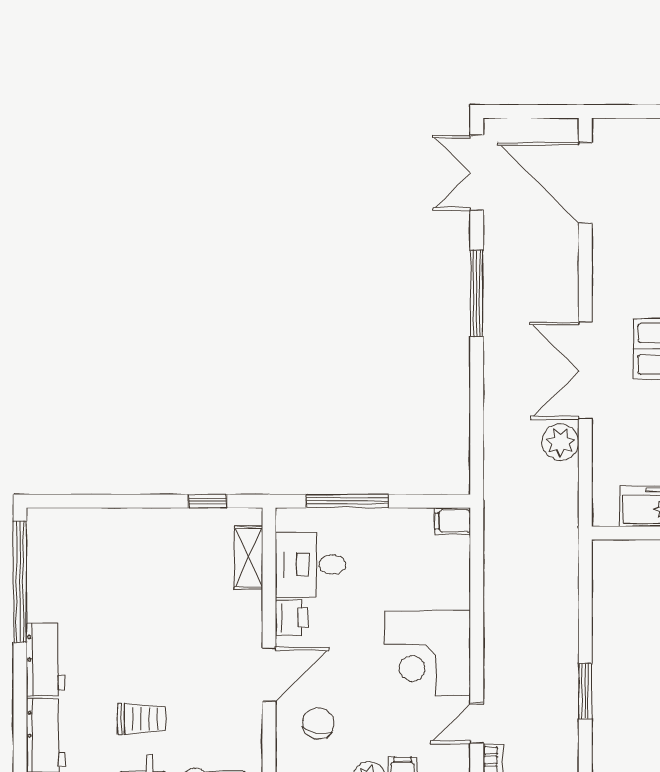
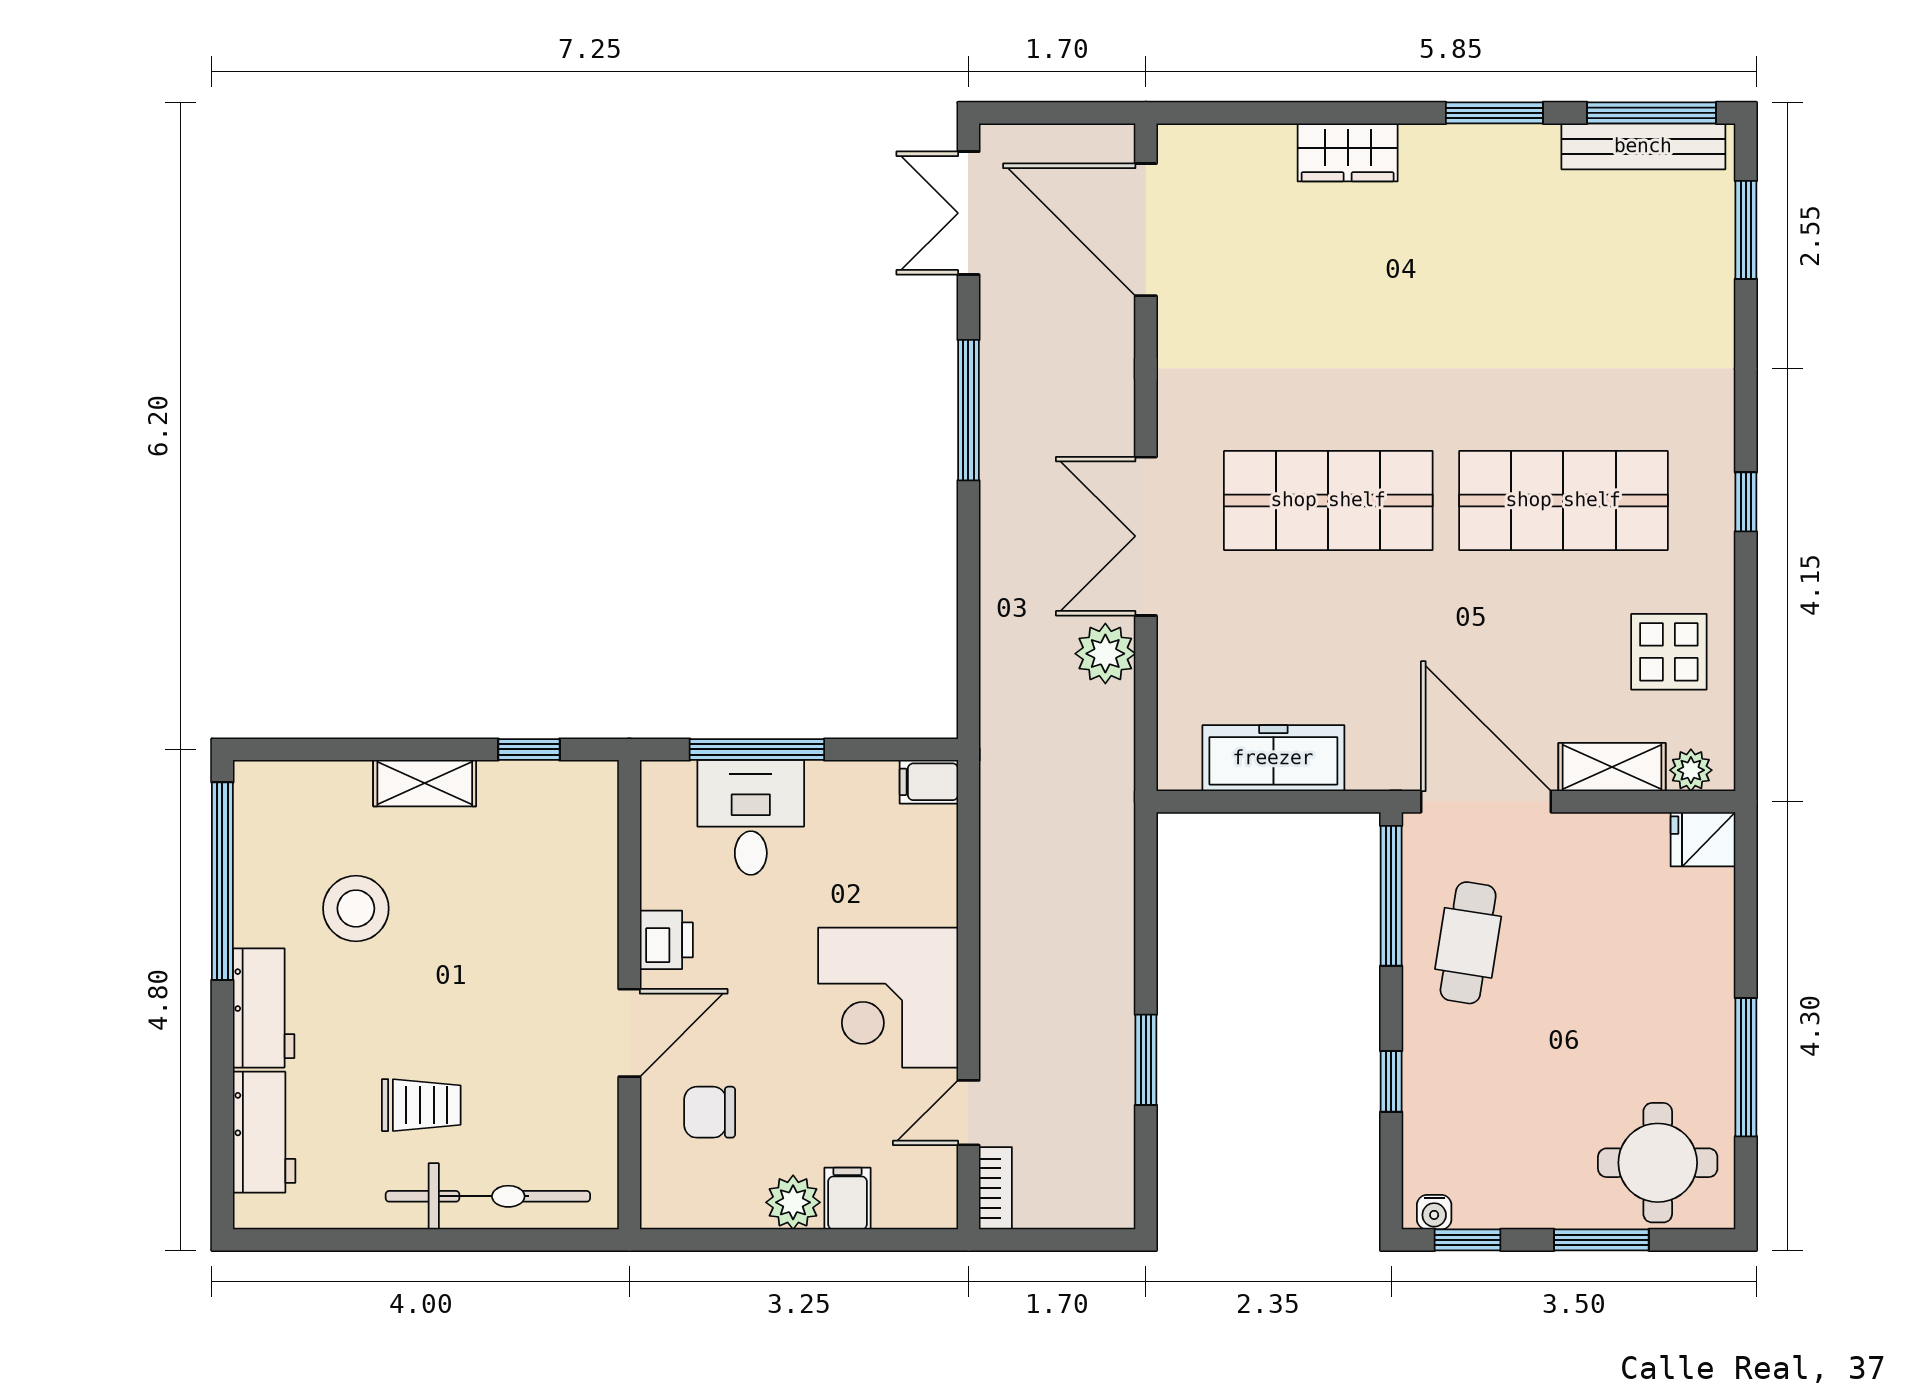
shelving: (248, 558) -> (425, 783), moved, turned 90
desk: (311, 565) -> (751, 817), moved, turned 90
stool: (102, 598) -> (356, 908), added
chair: (318, 723) -> (710, 1112), turned -101

